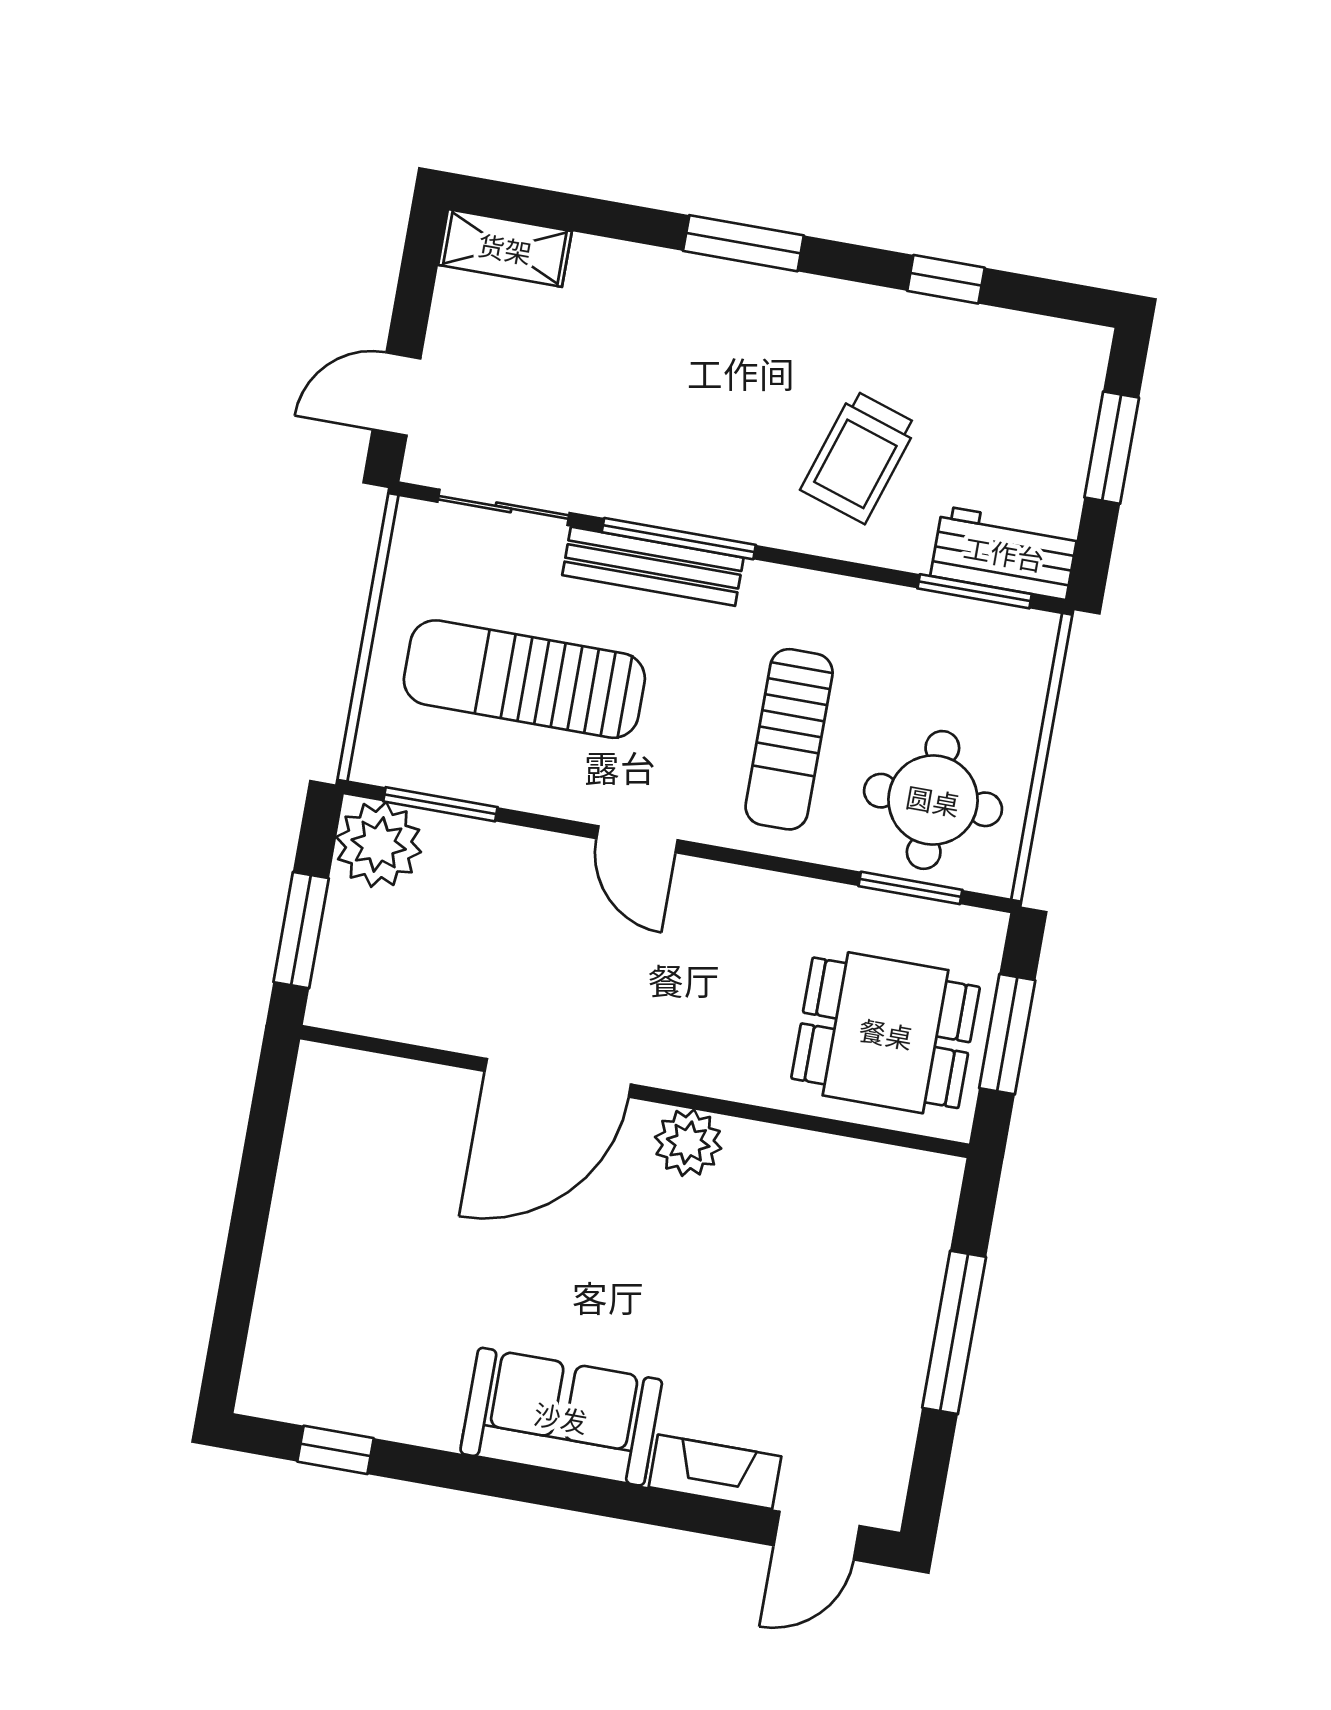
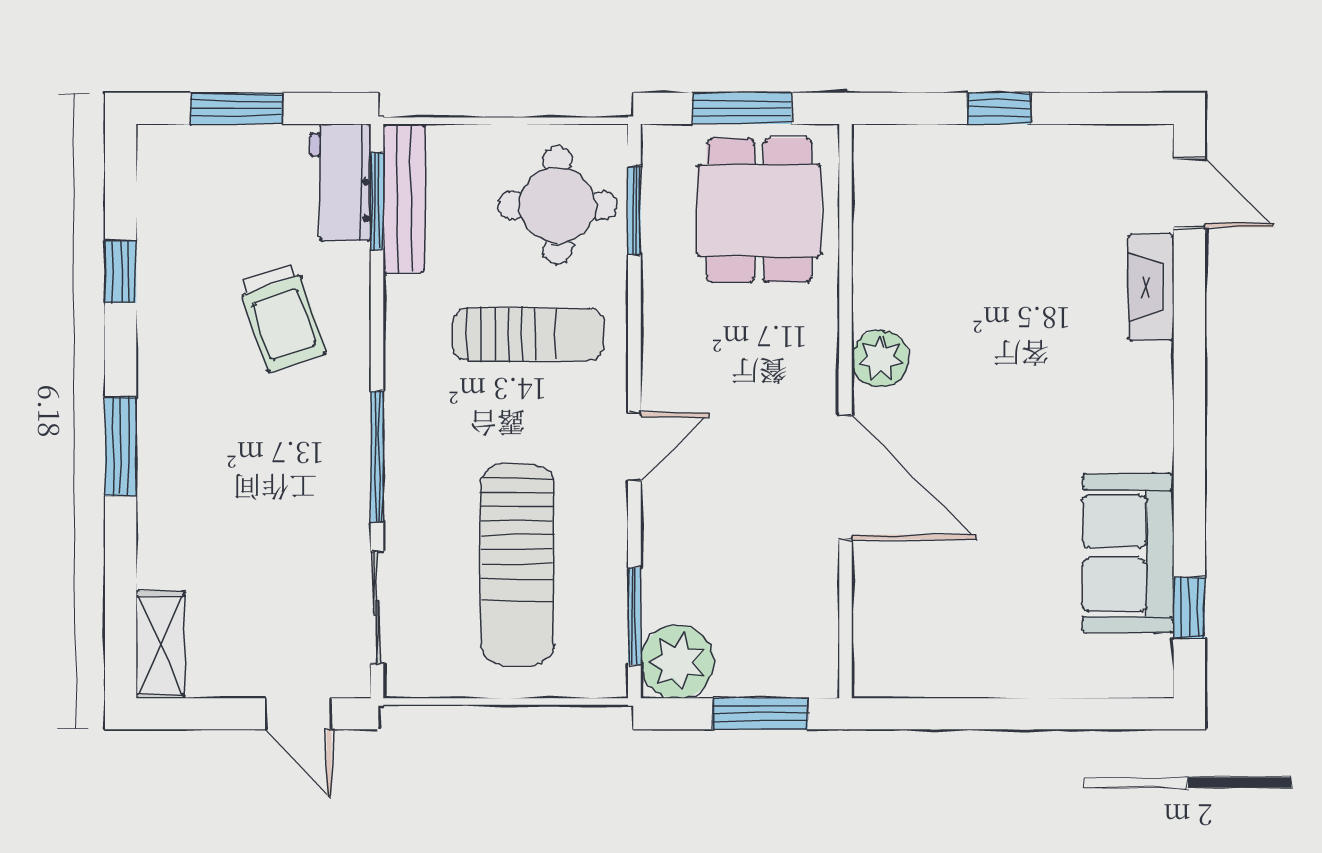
trolley: (859, 457) -> (282, 318), turned 53
bench: (653, 566) -> (404, 198), moved
window: (954, 1332) -> (999, 108), width x0.46
sofa: (561, 1417) -> (1128, 553), moved

